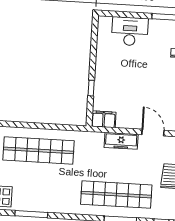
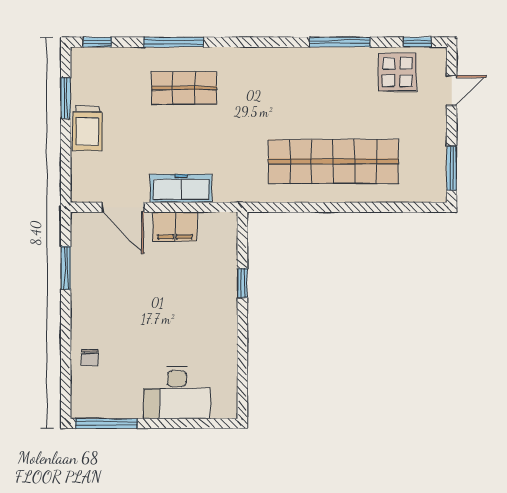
filing cabinet: (104, 119) -> (175, 227), moved
shop shelf: (116, 195) -> (184, 88), width x0.50, depth x0.74

